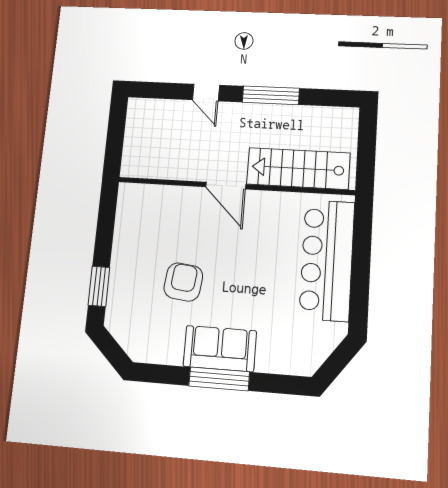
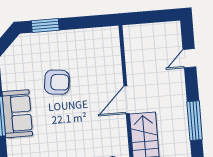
door: (206, 93) -> (189, 58), moved

